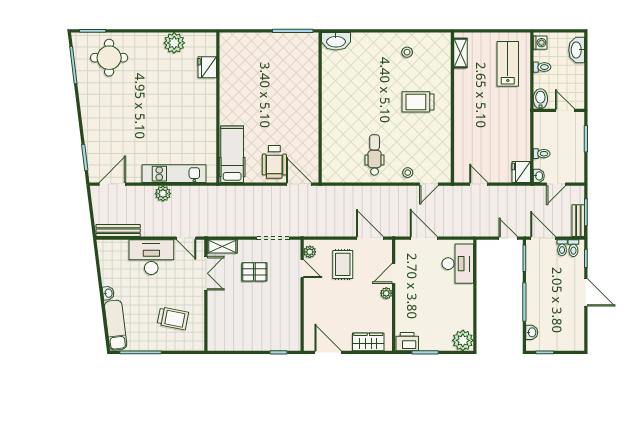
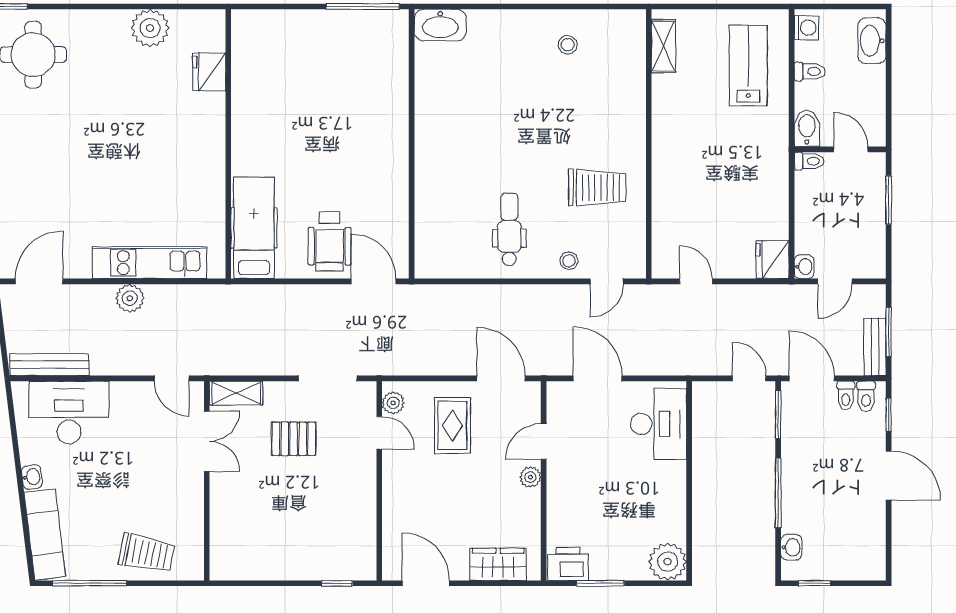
trolley: (418, 102) -> (597, 188), moved, turned 180
toilet: (542, 154) -> (809, 161), moved
desk: (151, 257) -> (69, 412), moved
trolley: (173, 318) -> (147, 553), moved

